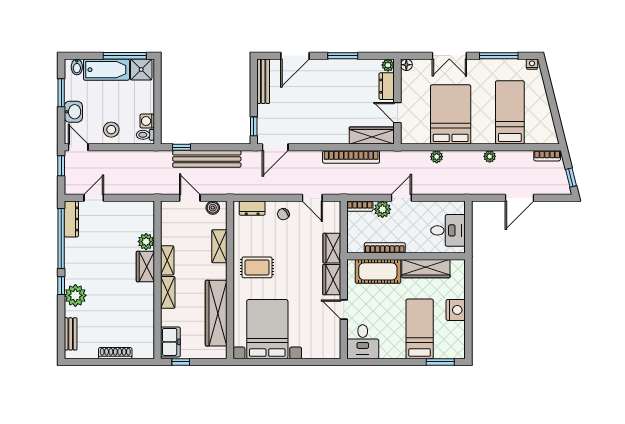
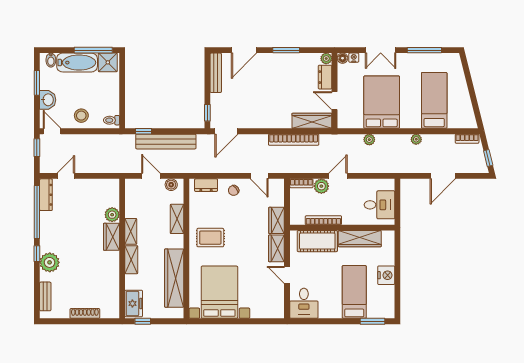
nightstand: (532, 64) -> (354, 58), moved
washing machine: (147, 121) -> (113, 108), removed

